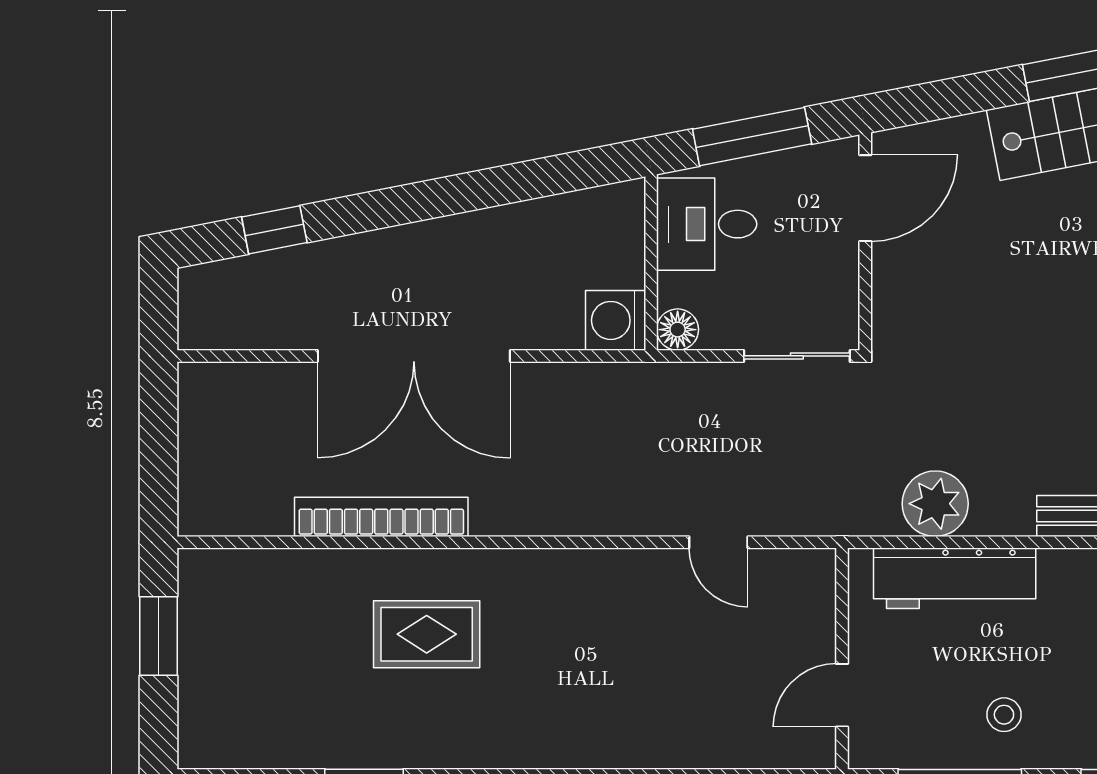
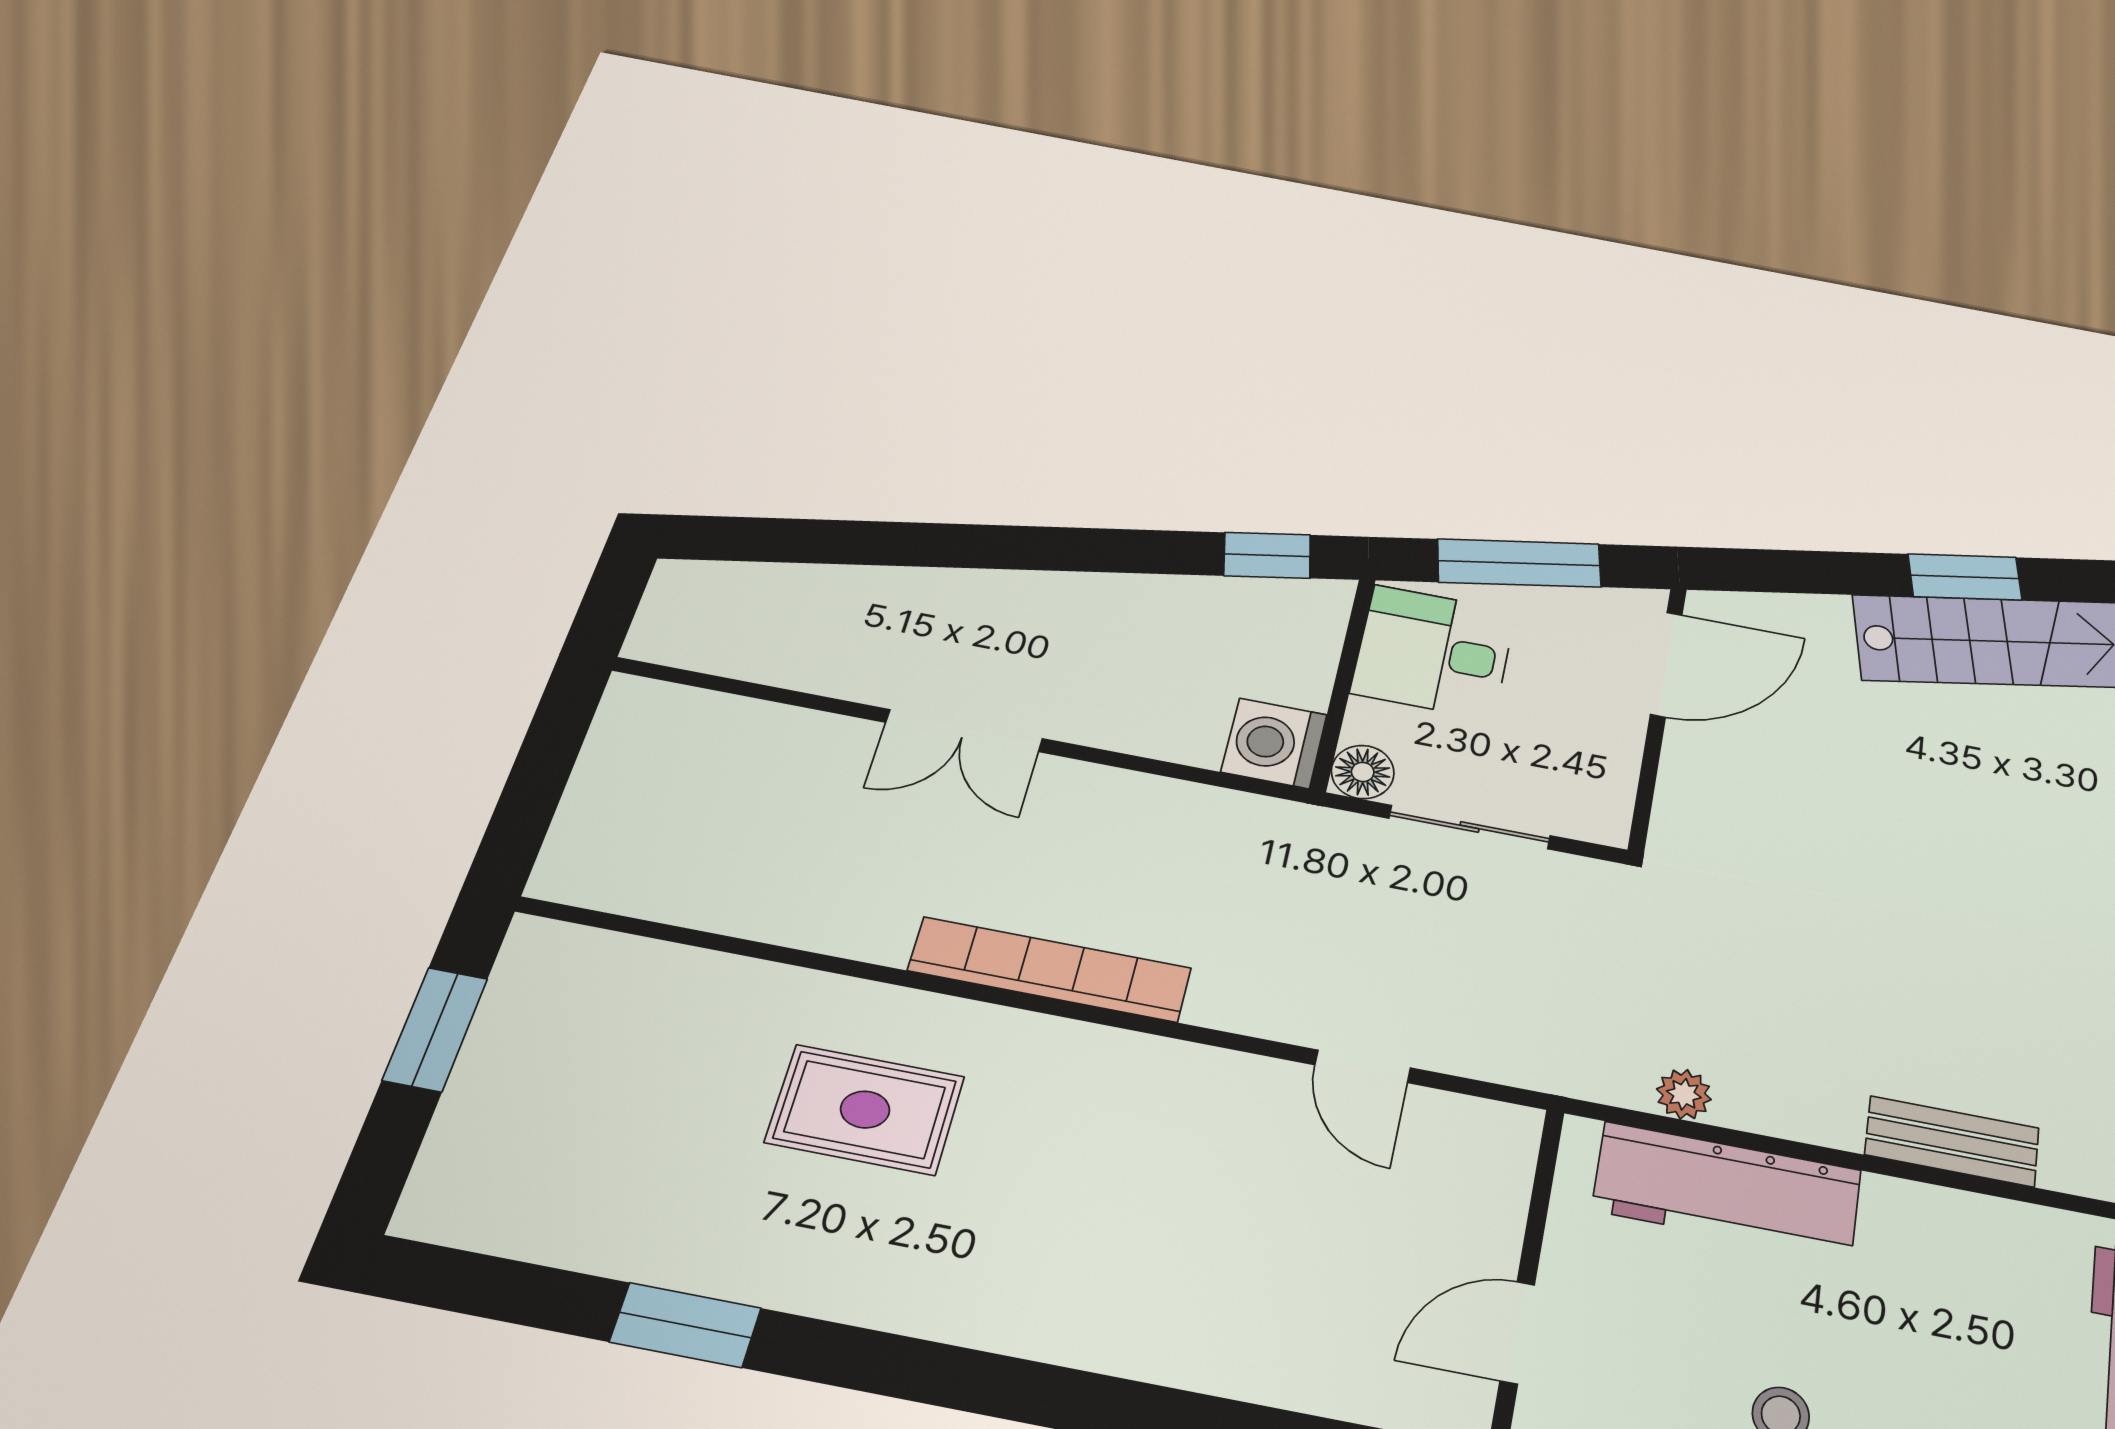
window: (274, 230) -> (1267, 555), moved
double door: (414, 356) -> (964, 731), width x0.54
sliding door: (797, 356) -> (1470, 827), moved
plant: (935, 504) -> (1684, 1094), width x0.53, depth x0.53
bookcase: (381, 517) -> (1050, 969), moved

